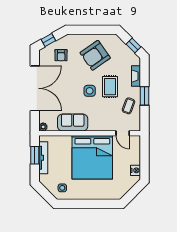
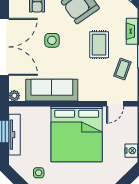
side table: (90, 91) -> (52, 40), moved
sofa: (73, 123) -> (52, 90), width x1.36
door: (123, 133) -> (115, 104), hinge flipped

